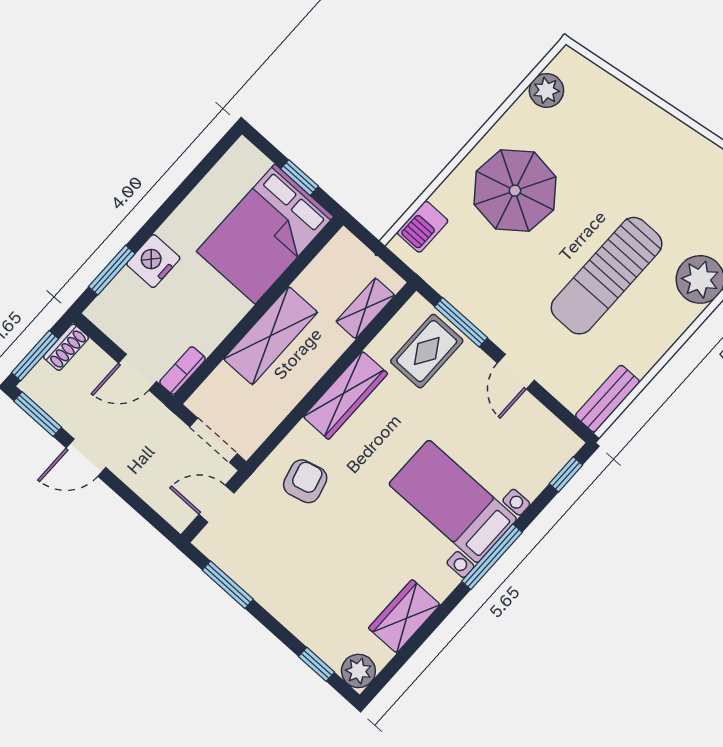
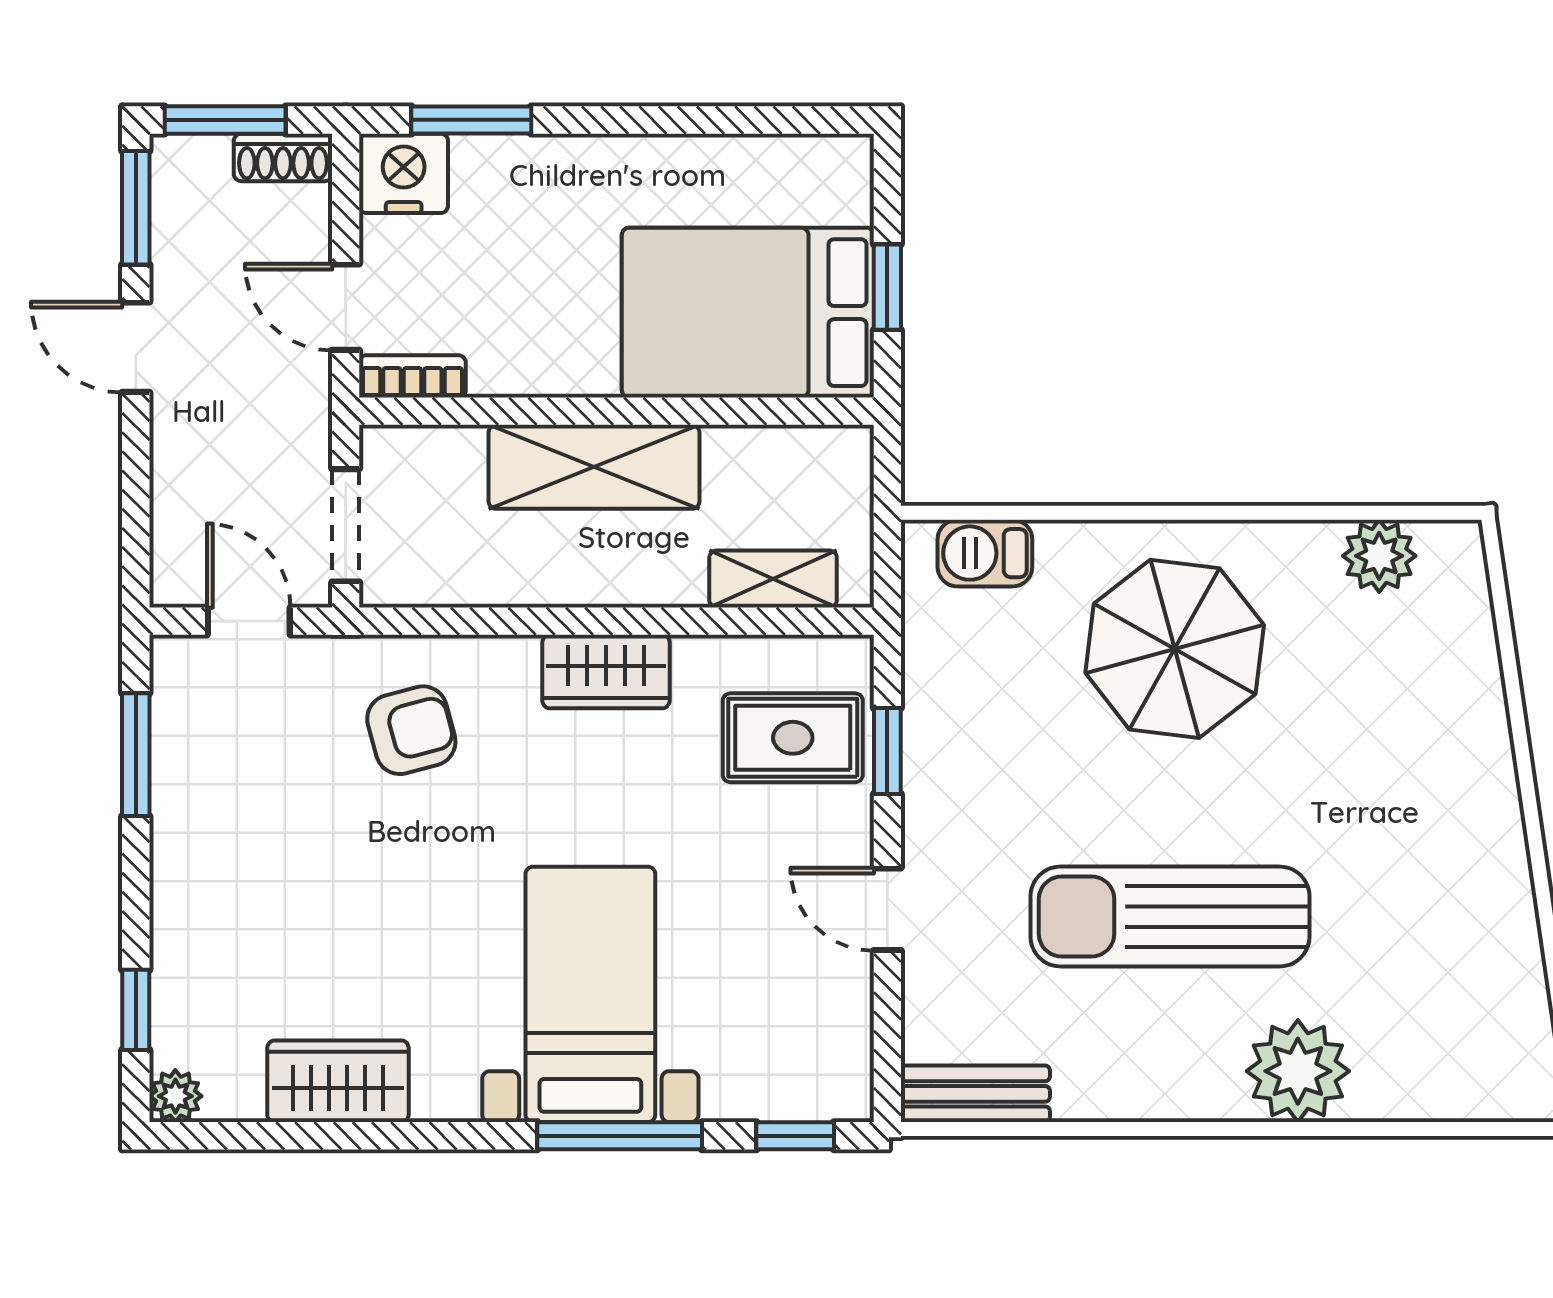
nightstand: (153, 261) -> (404, 173), moved
window: (461, 322) -> (887, 751), width x0.67
door: (516, 372) -> (887, 909), hinge flipped
wardrobe: (345, 395) -> (606, 672), width x0.67
window: (492, 557) -> (620, 1136), moved
plant: (358, 671) -> (175, 1096), width x0.73, depth x0.73

